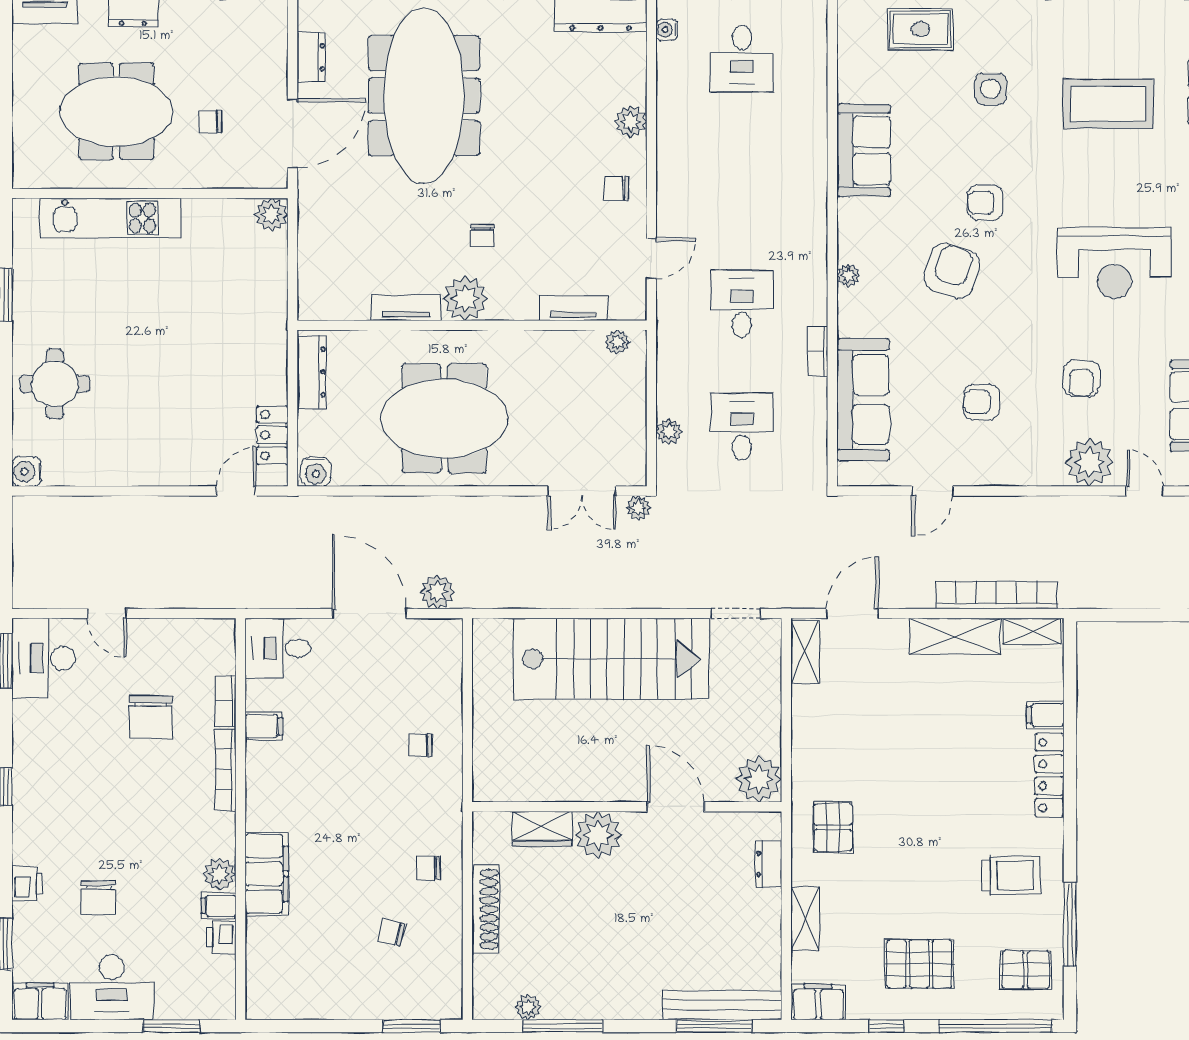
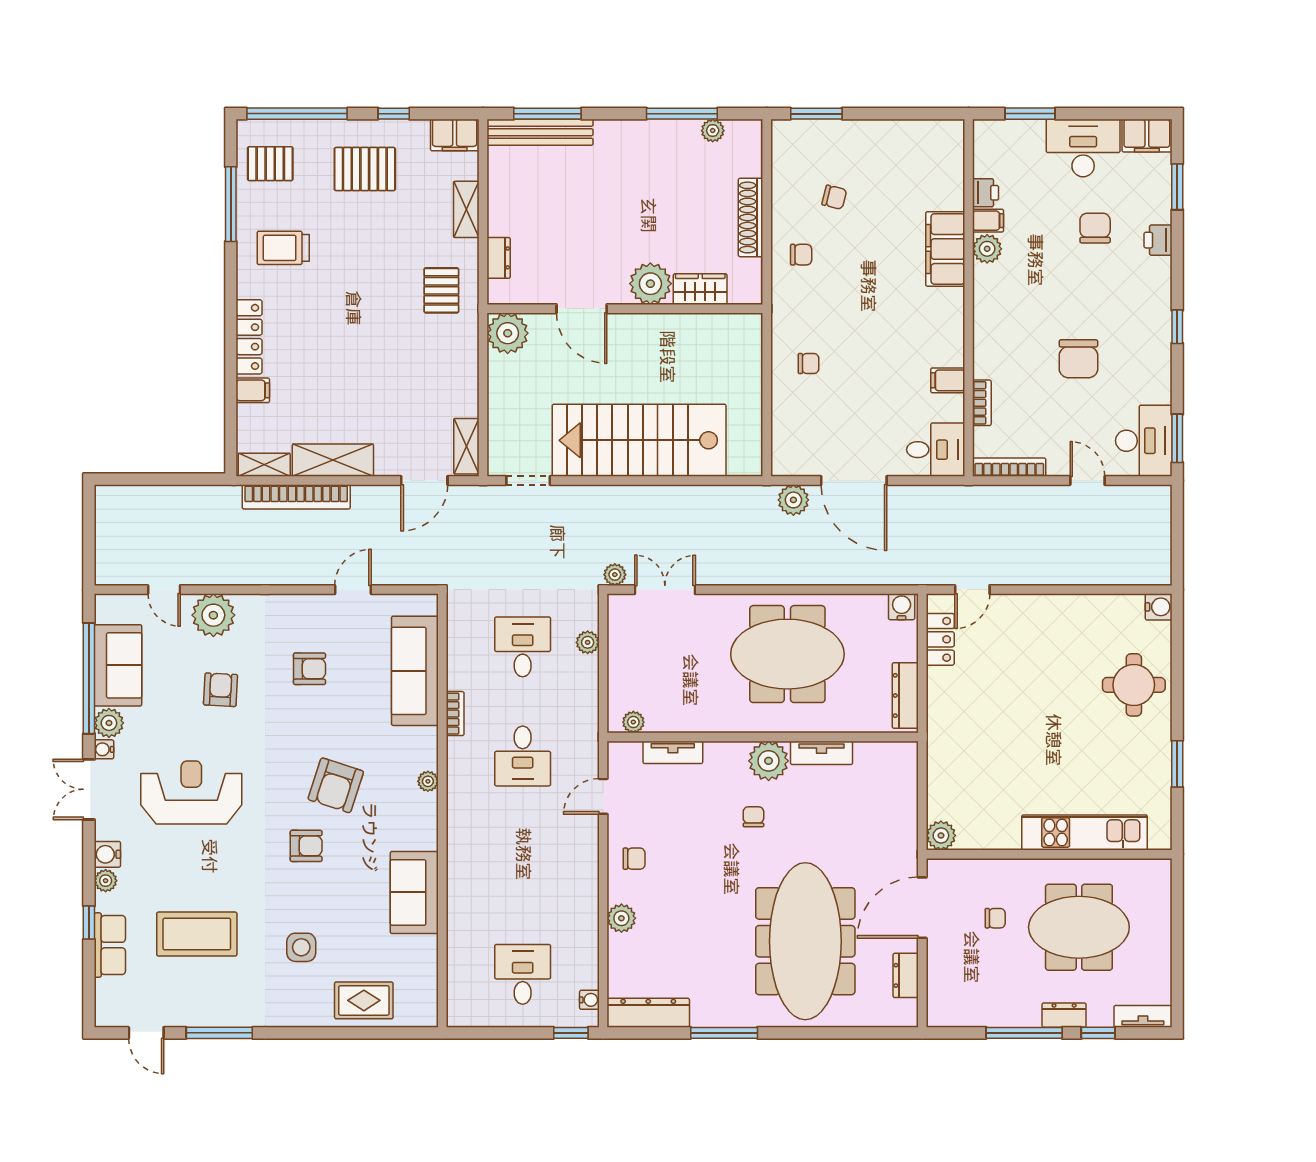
desk: (742, 427) -> (523, 647), turned 180
chair: (151, 717) -> (1078, 359), moved, turned 180
bookcase: (225, 770) -> (1009, 467), moved, turned -90

